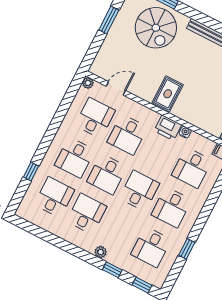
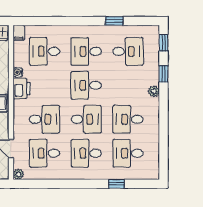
desk: (75, 158) -> (86, 153), turned 180
desk: (192, 168) -> (45, 51), turned 180
desk: (171, 207) -> (86, 51), turned 180

